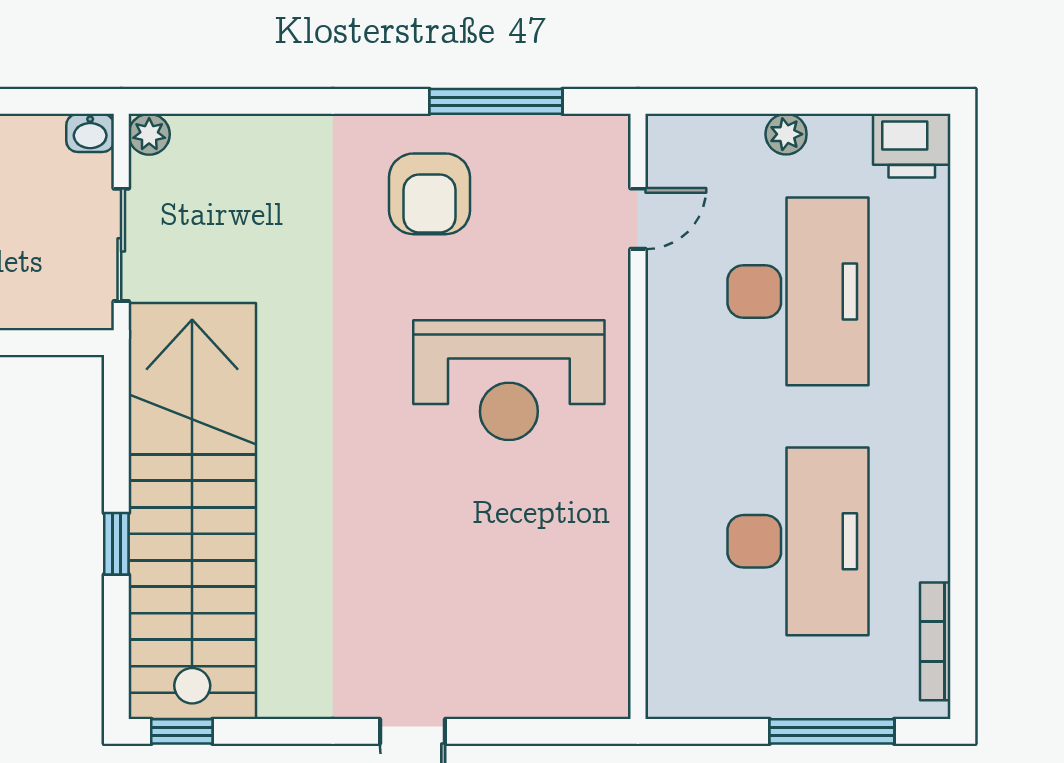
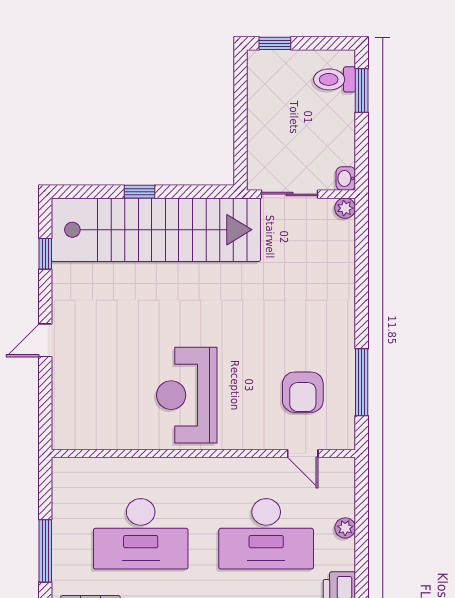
armchair: (429, 194) -> (303, 392), moved, turned -90
reception desk: (509, 380) -> (187, 395), moved
window: (182, 731) -> (45, 254), moved

